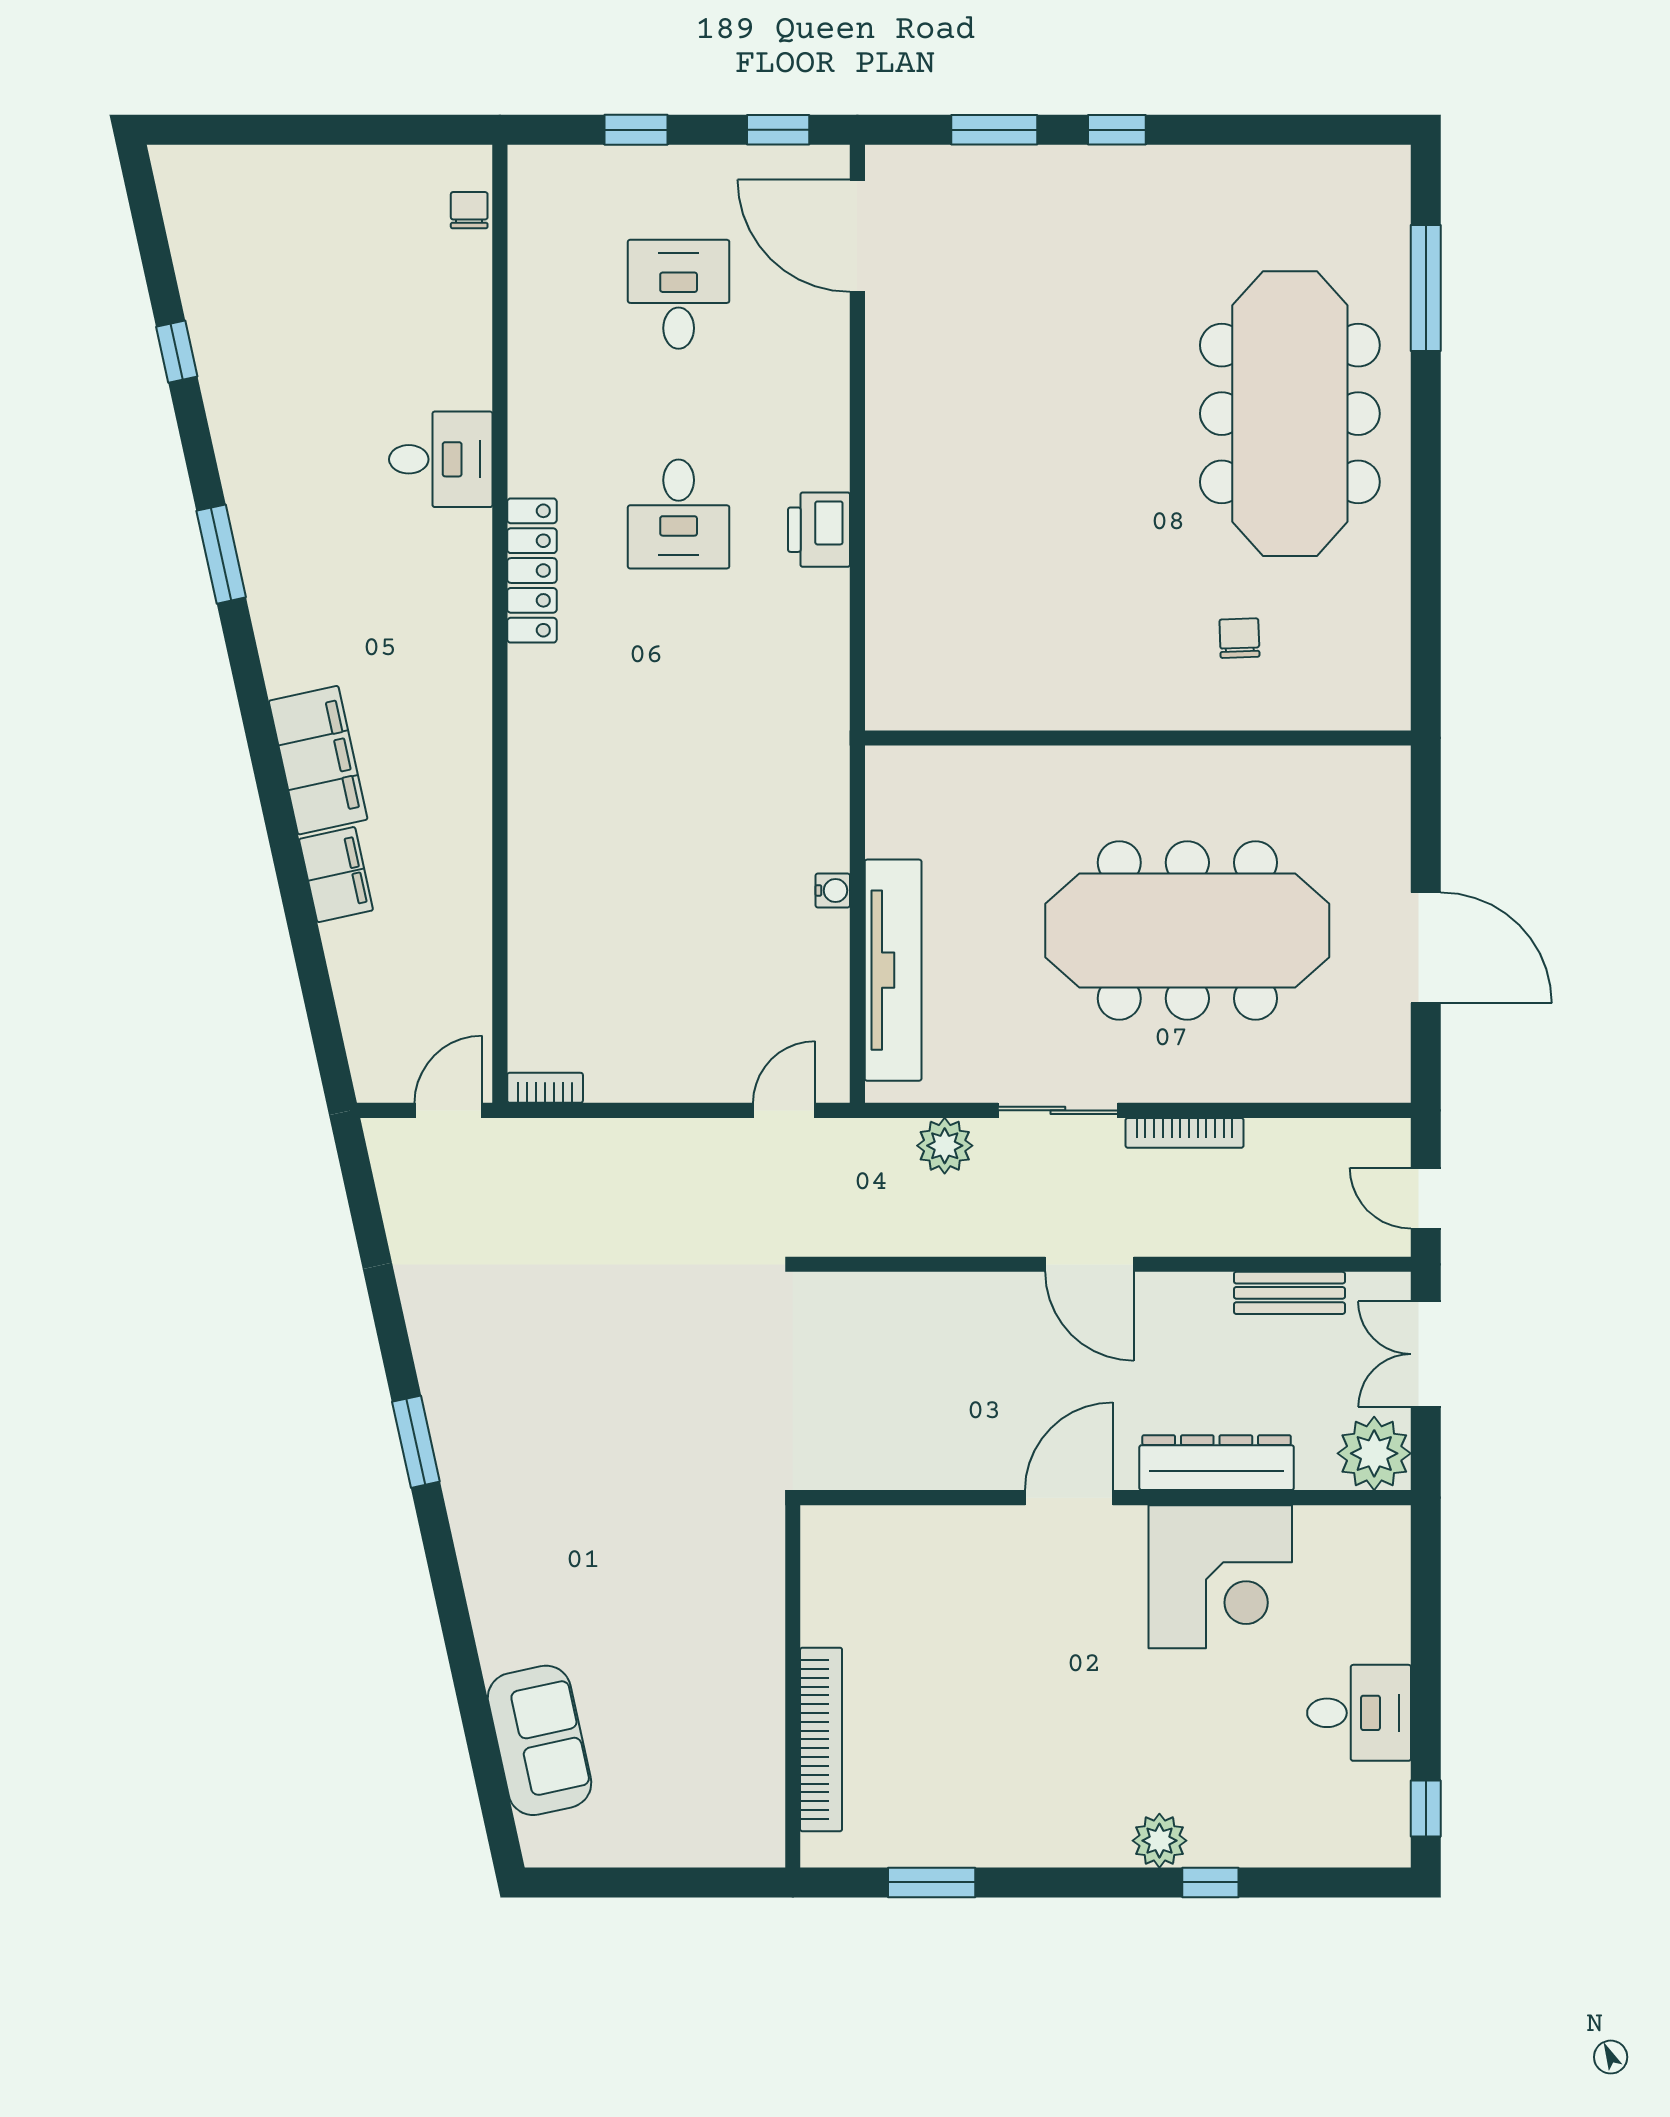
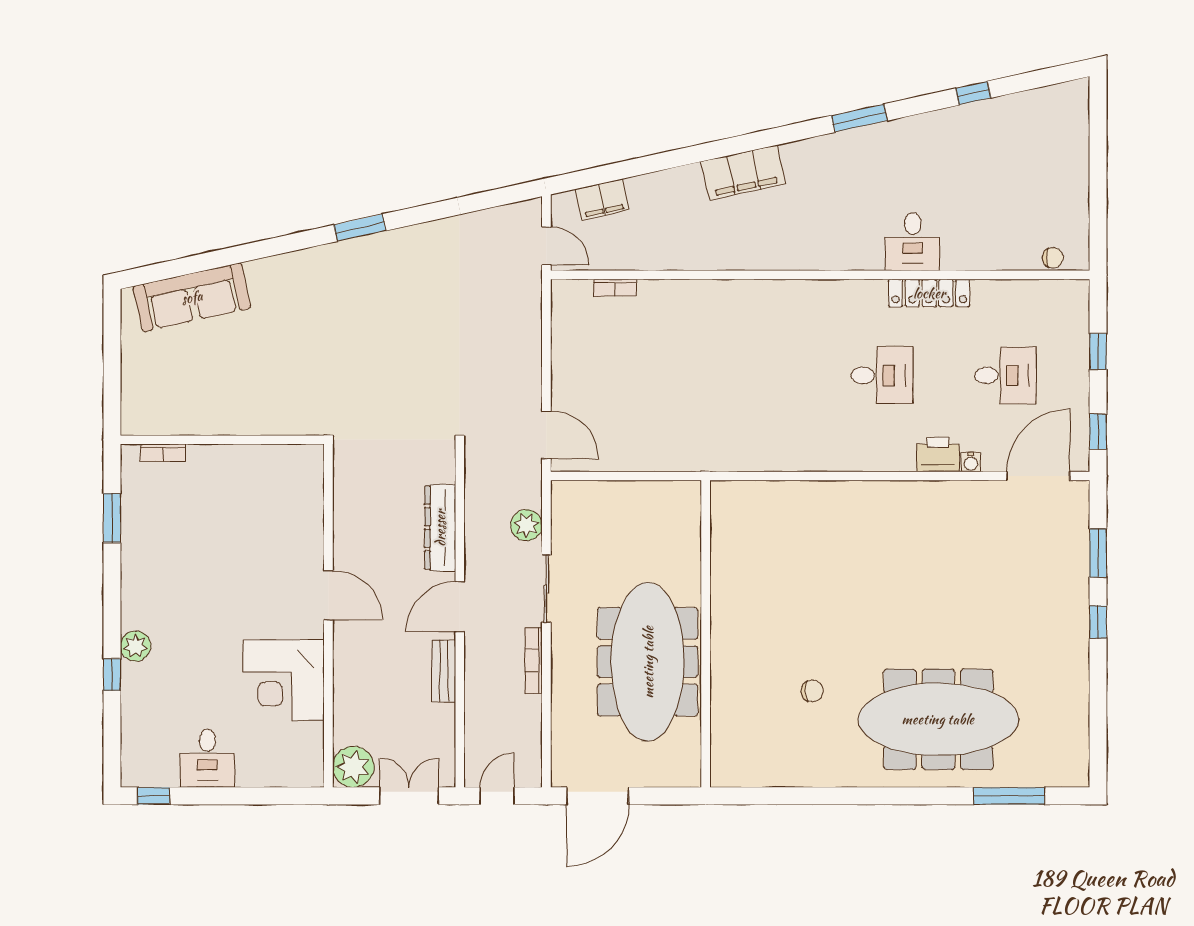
desk: (679, 514) -> (882, 375), turned 180
printer: (819, 530) -> (938, 454), moved
locker: (532, 571) -> (929, 293), moved
wall: (1138, 738) -> (706, 634), moved
filing cabinet: (336, 875) -> (602, 200), moved
water cooler: (833, 890) -> (971, 462), moved
door: (1426, 948) -> (598, 796), moved
tv unit: (893, 970) -> (625, 496), removed
bookcase: (545, 1088) -> (615, 288), moved, turned 90
door: (784, 1110) -> (546, 435), width x1.38
bench: (1289, 1293) -> (444, 671), moved
dresser: (1217, 1463) -> (440, 528), moved, turned 180
bookcase: (821, 1739) -> (163, 453), width x0.43, depth x0.76
sofa: (540, 1740) -> (192, 297), width x1.36

